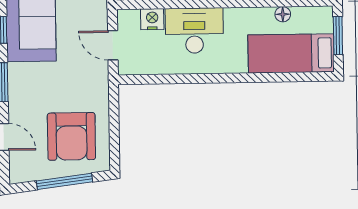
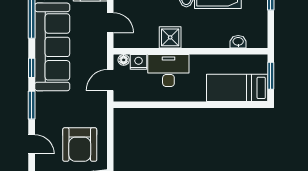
floor lamp: (283, 14) -> (124, 60), moved
door: (113, 45) -> (110, 80), hinge flipped

